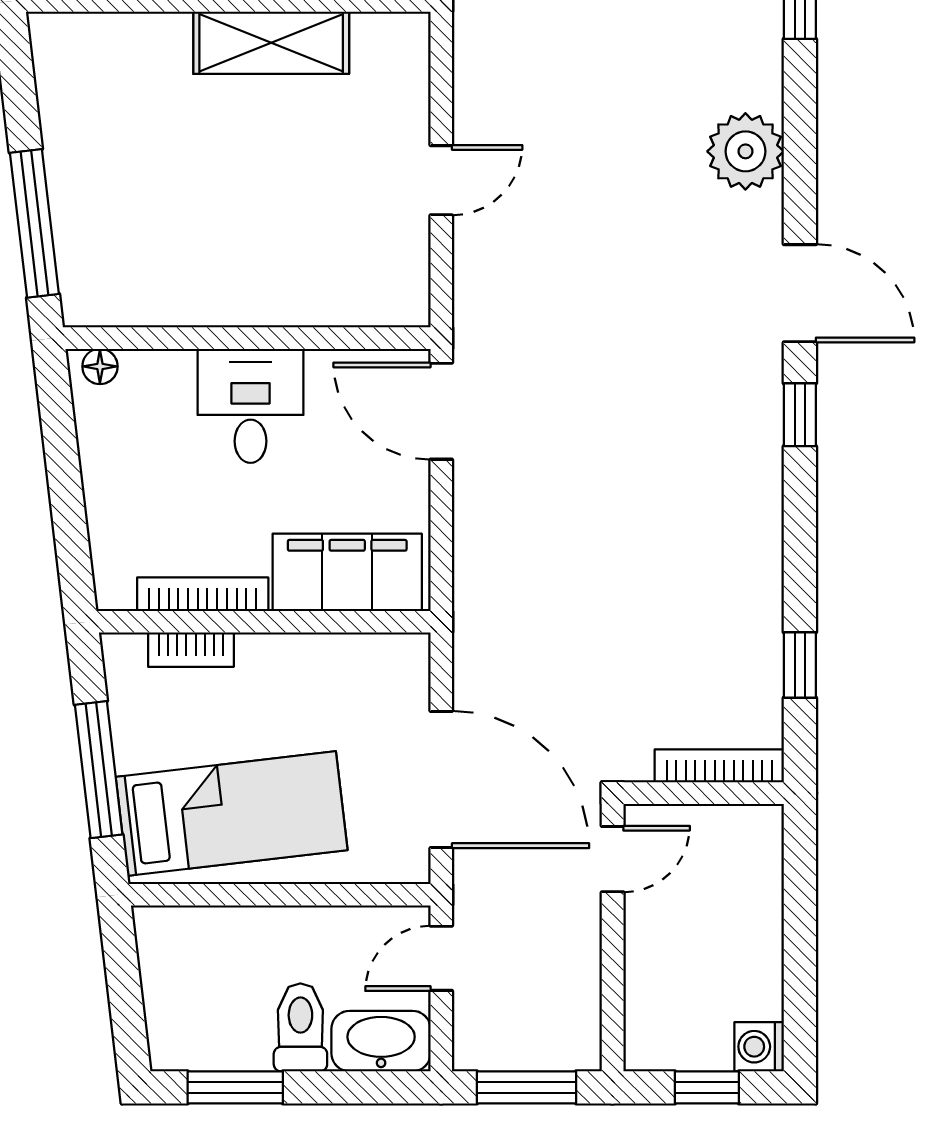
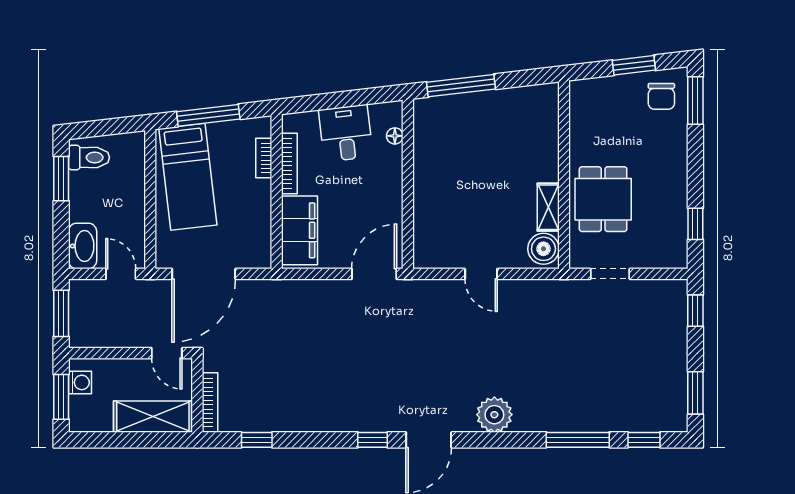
shelving: (271, 43) -> (548, 207), width x0.67, depth x0.75
boiler: (387, 45) -> (543, 249), added
floor lamp: (100, 366) -> (395, 136), moved
desk: (251, 406) -> (346, 133), moved, turned -97
shelving: (750, 889) -> (153, 417), added
toilet: (300, 1027) -> (89, 157), moved
washing machine: (759, 1047) -> (80, 382), moved, turned 90
window: (707, 1087) -> (61, 397), width x1.50

